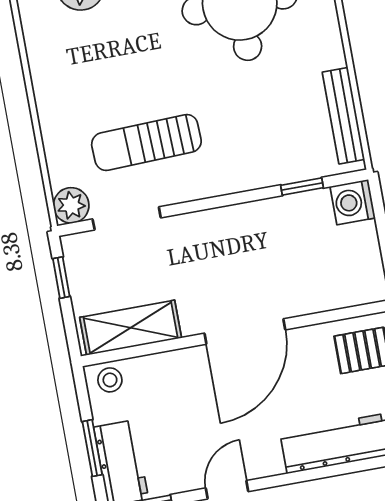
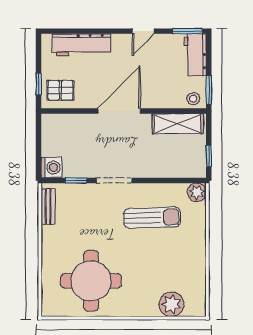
bench: (343, 116) -> (48, 206), width x0.73
doorway: (127, 218) -> (114, 180), moved
window: (92, 448) -> (209, 90), moved

